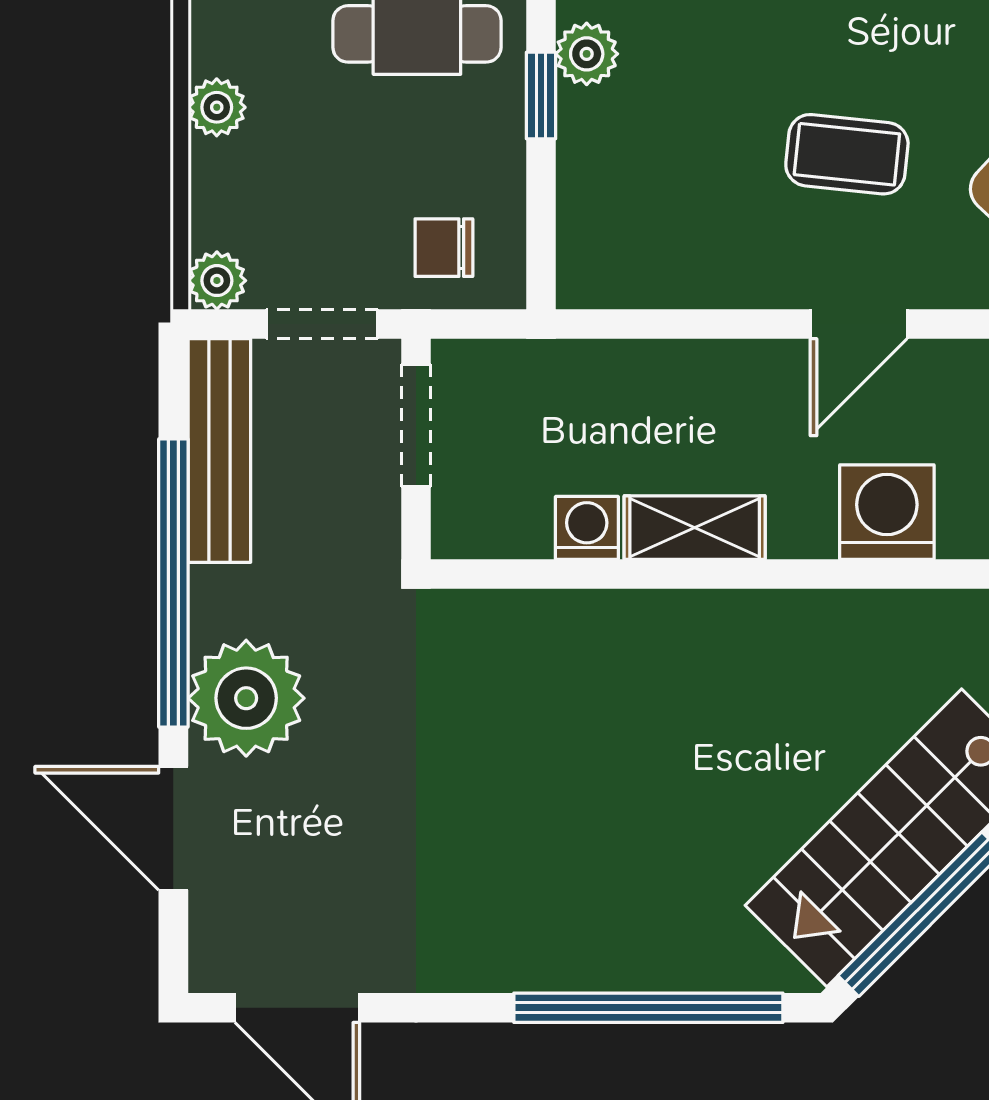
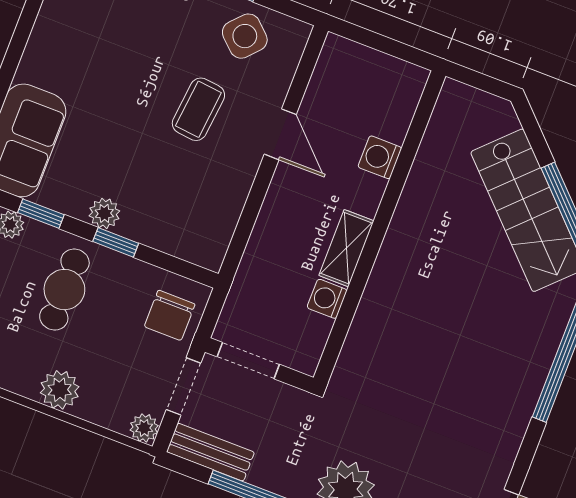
plant: (217, 107) -> (60, 390), width x1.38, depth x1.38
chair: (444, 248) -> (170, 315), width x1.37, depth x1.37
bench: (219, 451) -> (210, 452), width x0.73
washing machine: (887, 512) -> (380, 157), width x0.73, depth x0.73

